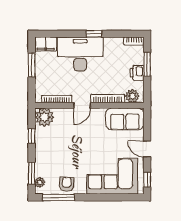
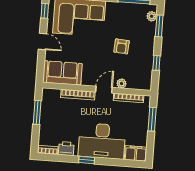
window: (147, 64) -> (37, 112), moved
window: (32, 65) -> (152, 119), moved
printer: (137, 73) -> (66, 149), moved, turned -90
plant: (132, 96) -> (53, 95), removed
plant: (44, 117) -> (121, 83), moved, width x0.53, depth x0.53
armchair: (67, 184) -> (122, 46), moved

